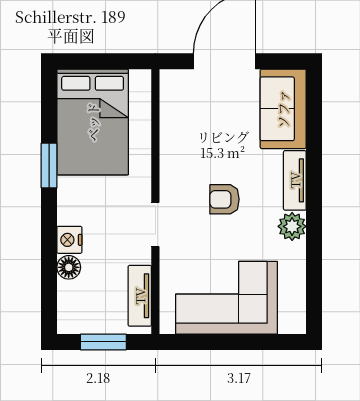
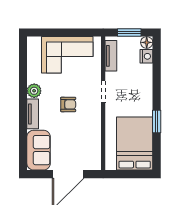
nightstand: (69, 240) -> (146, 56), moved
floor lamp: (69, 267) -> (147, 42), moved

